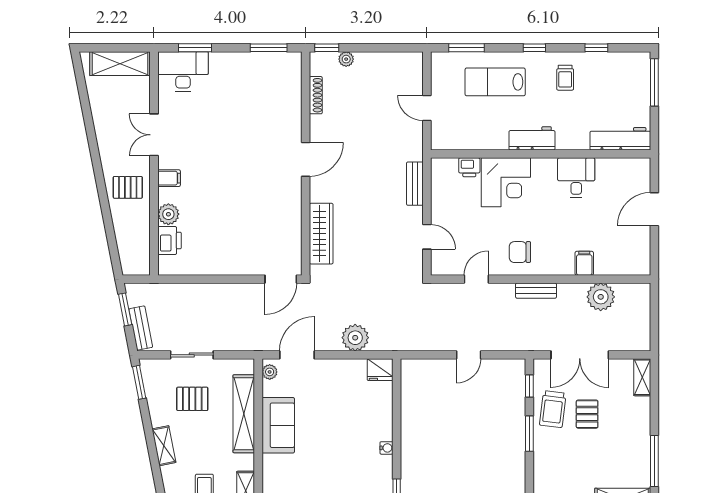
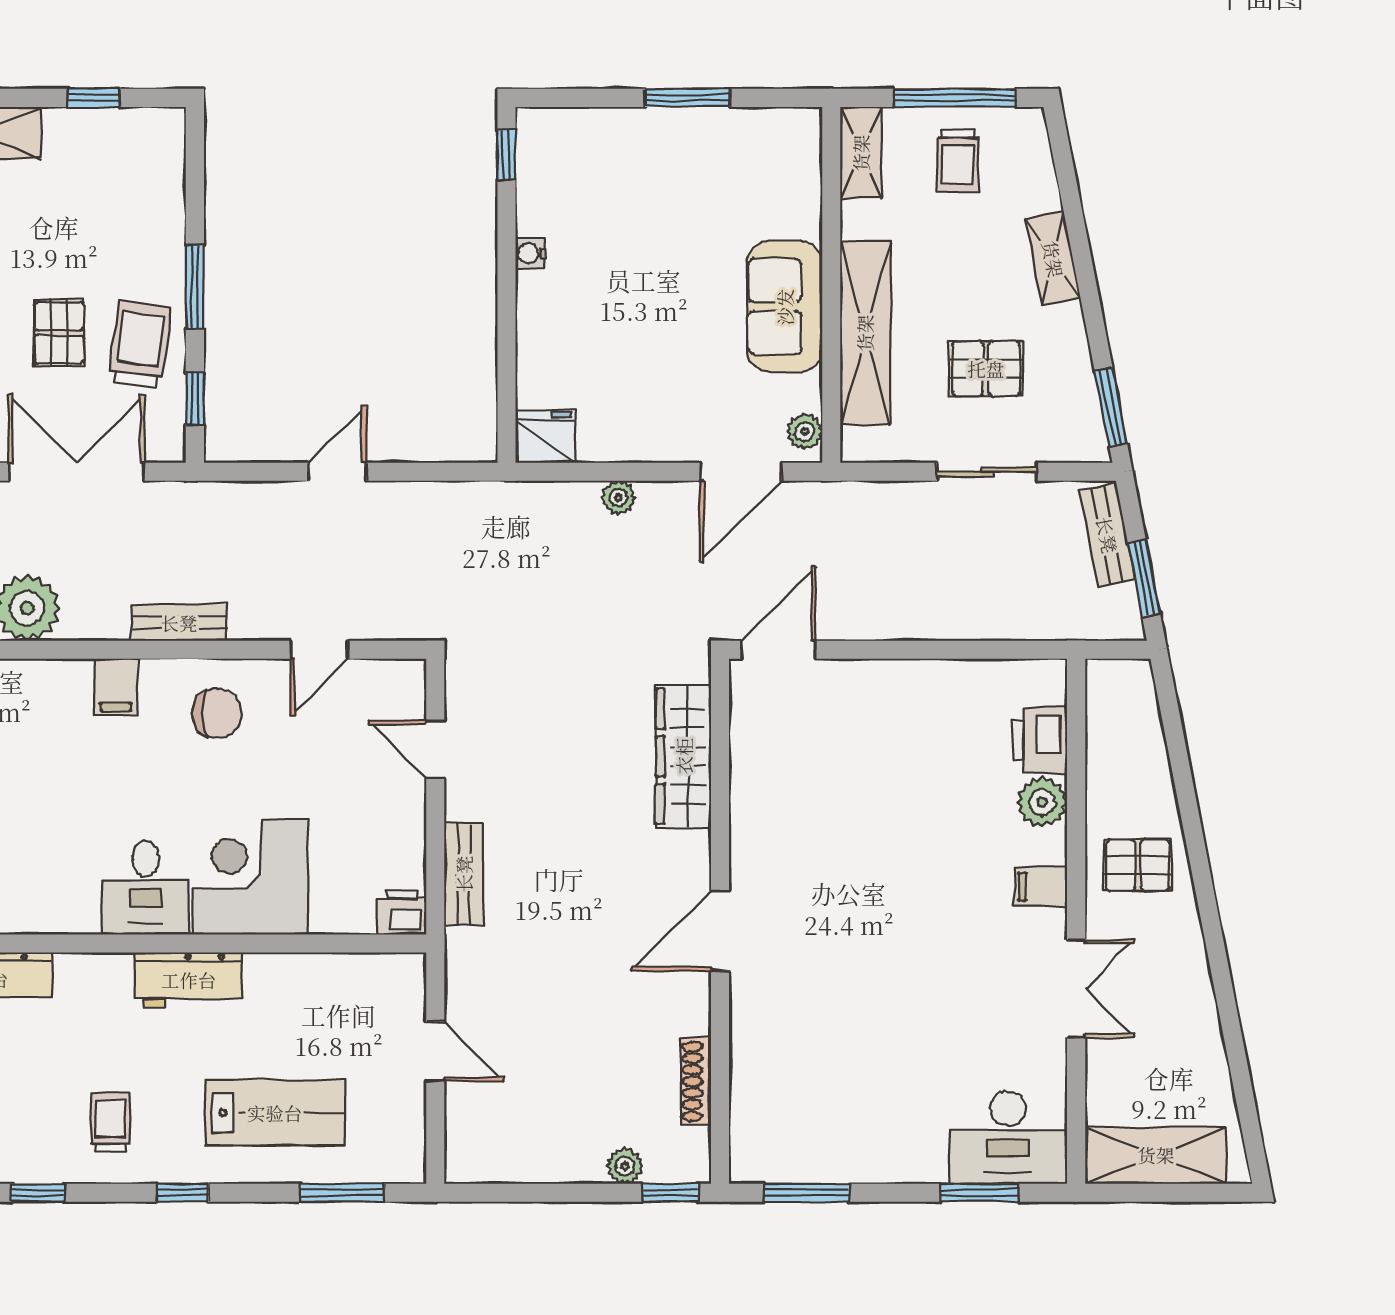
printer: (469, 167) -> (402, 912), moved
desk: (576, 178) -> (146, 888), moved
filing cabinet: (584, 263) -> (116, 687), moved
plant: (355, 338) -> (618, 497), width x0.53, depth x0.53

